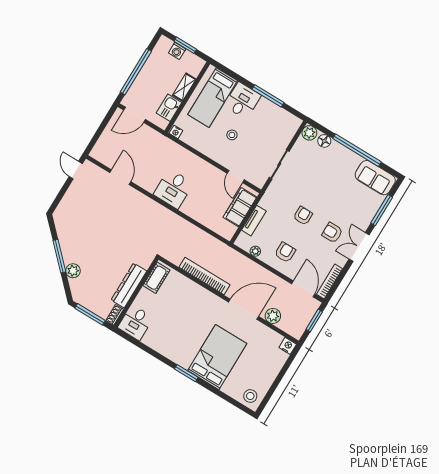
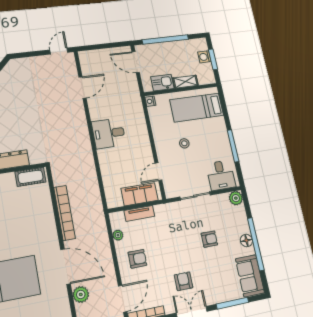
desk: (242, 101) -> (221, 175), moved, turned 90
floor lamp: (324, 141) -> (246, 240), moved
armchair: (303, 216) -> (209, 239), moved

